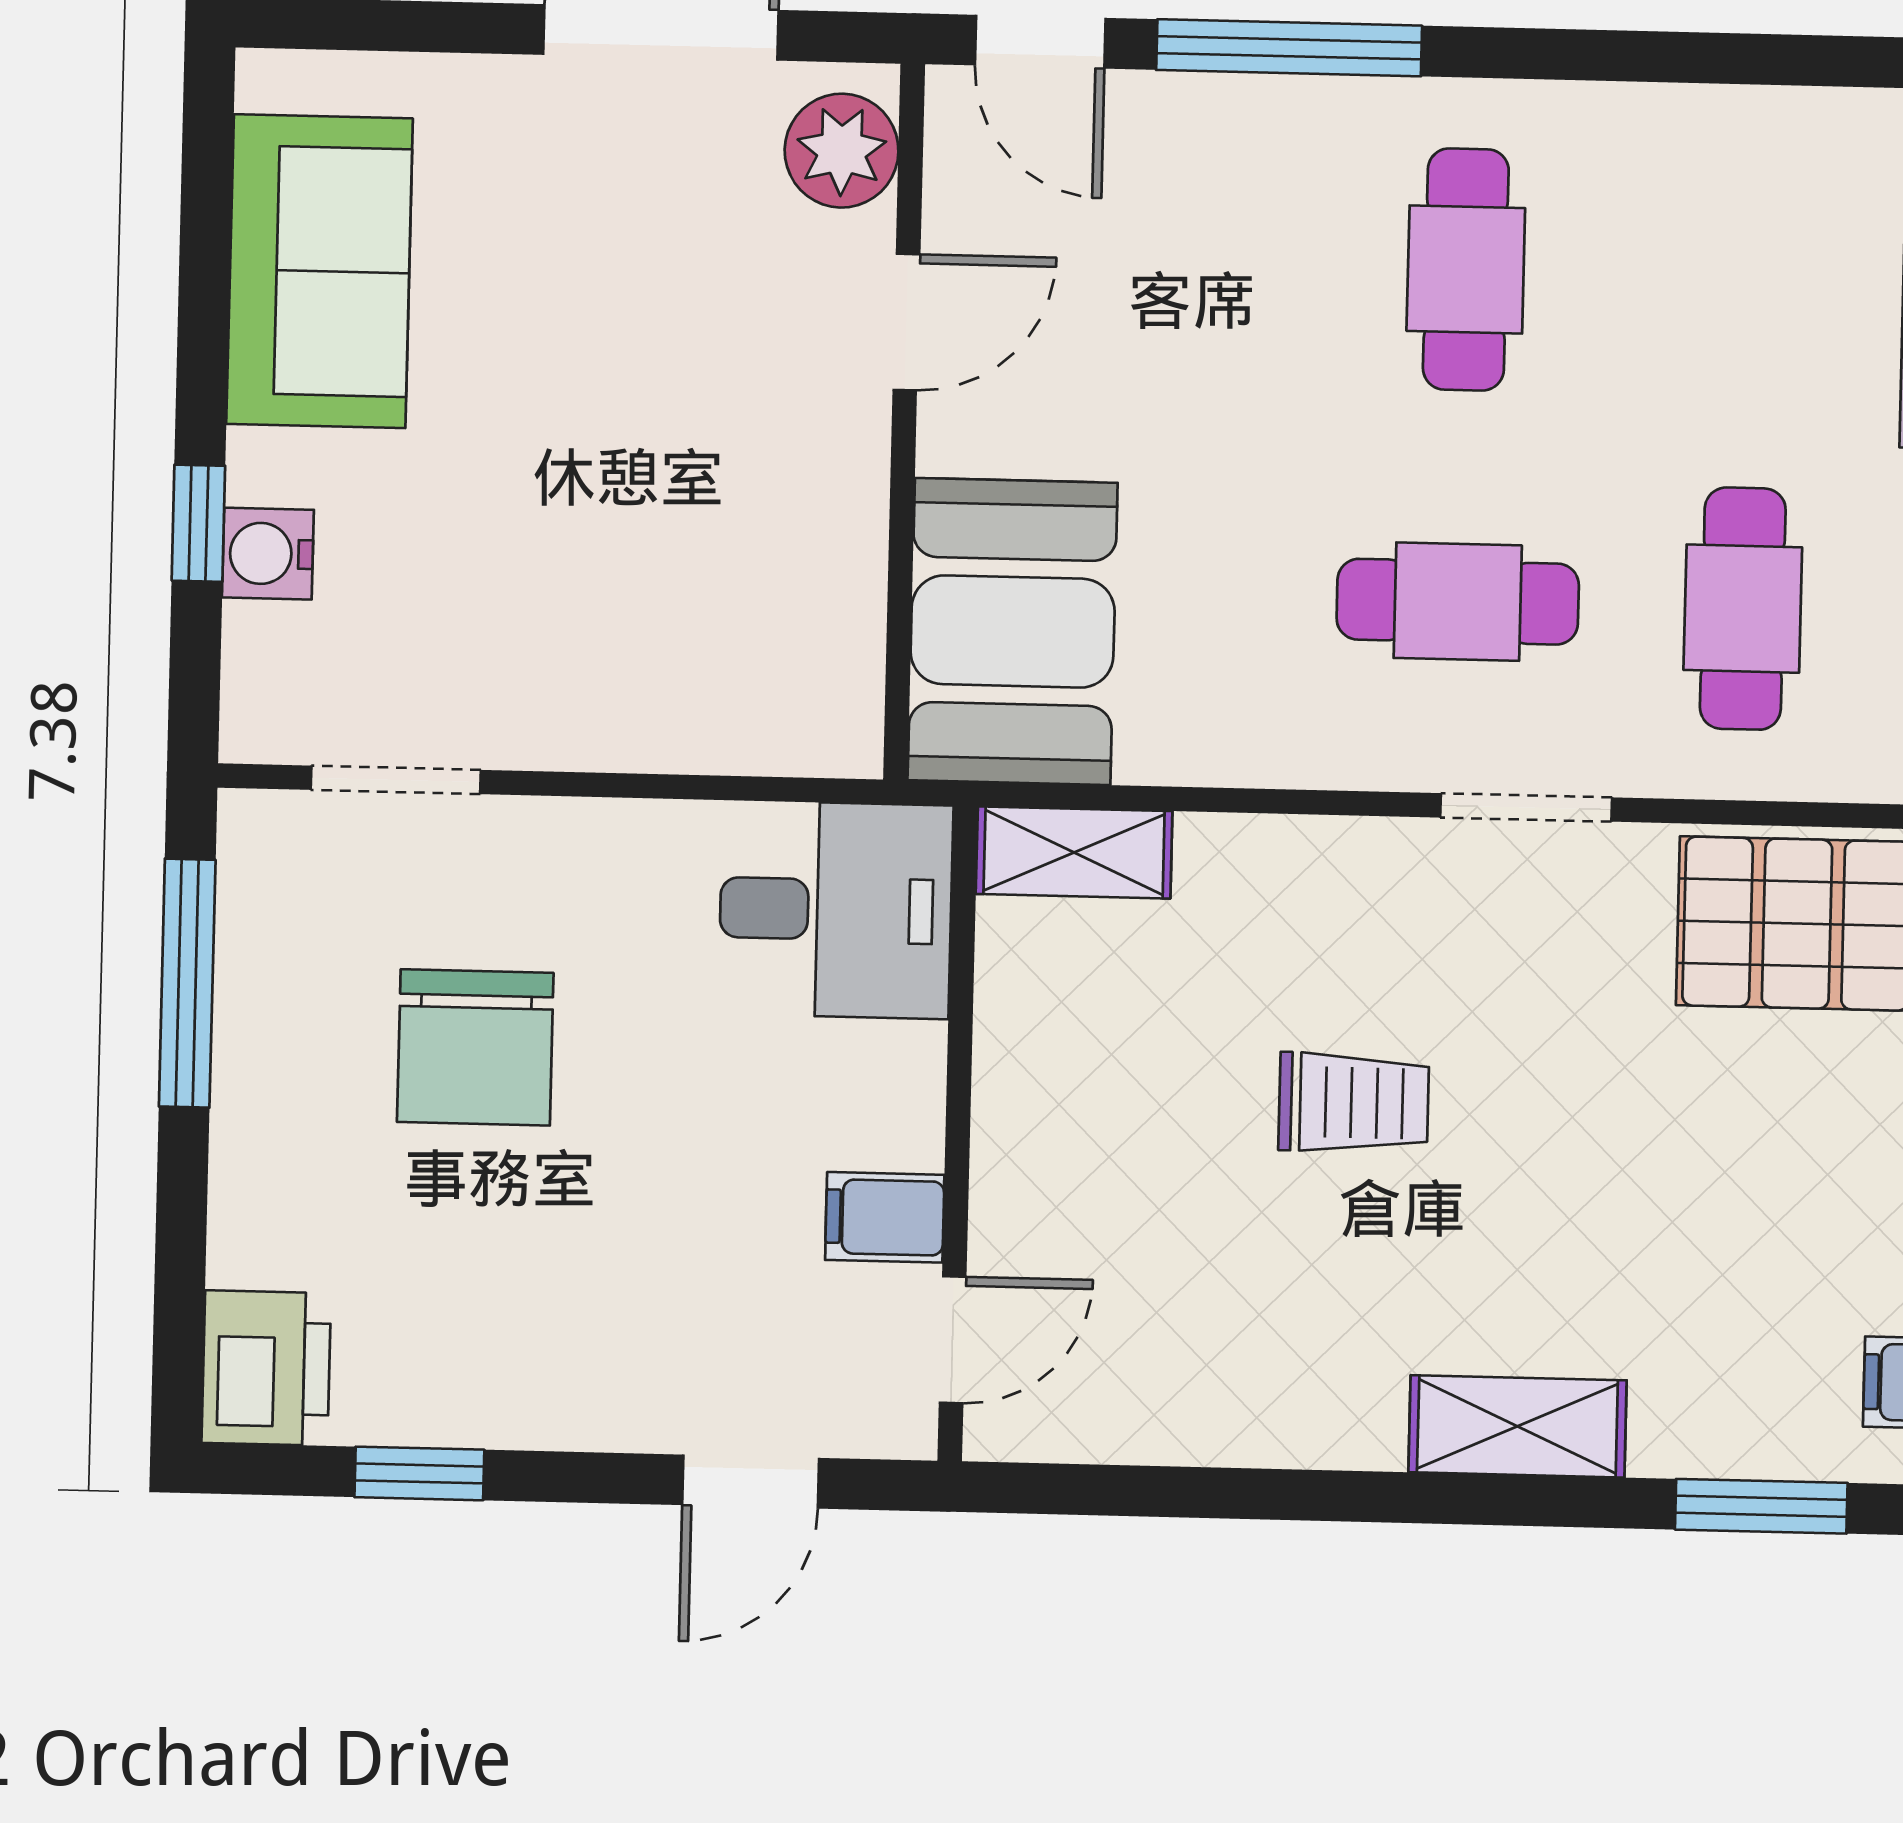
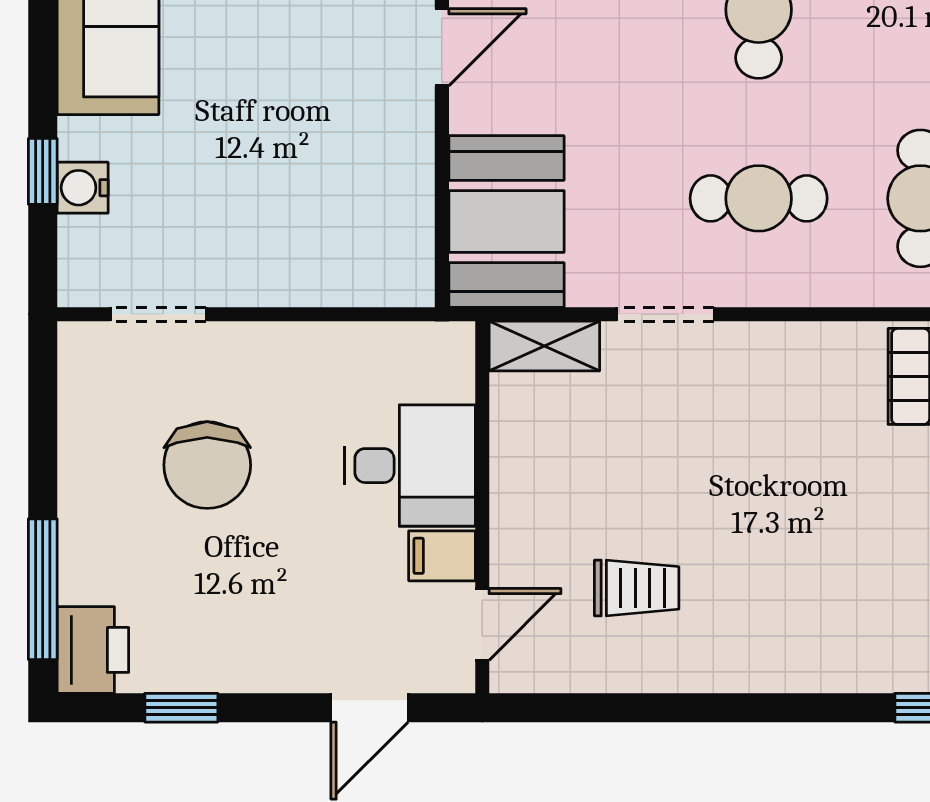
doorway: (1526, 807) -> (665, 314), moved
desk: (836, 910) -> (410, 466), moved
window: (187, 983) -> (43, 589), moved
trolley: (1354, 1103) -> (637, 588), moved
shelving: (1517, 1426) -> (804, 666), removed

